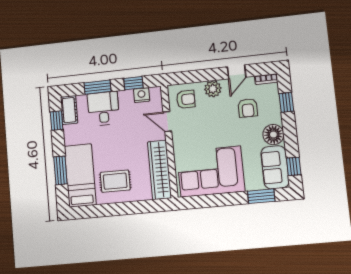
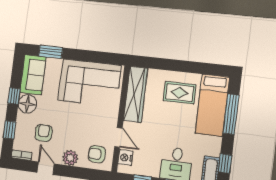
door: (237, 72) -> (46, 168), hinge flipped
nightstand: (142, 95) -> (125, 158), moved, turned 90
window: (294, 166) -> (14, 96), moved
window: (60, 170) -> (231, 114), width x1.44

